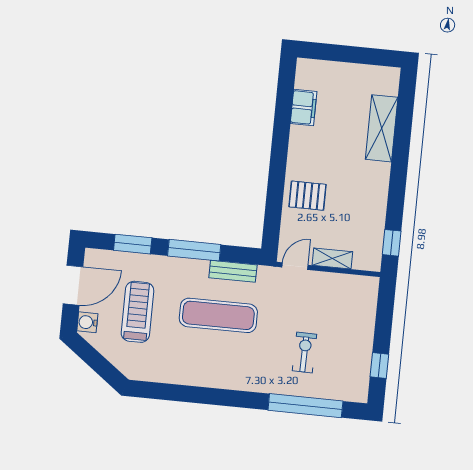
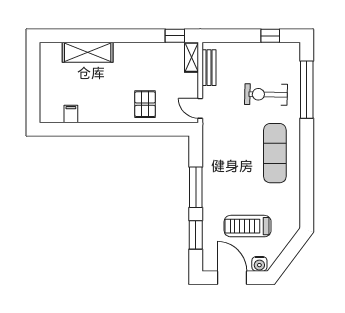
filing cabinet: (304, 108) -> (71, 114), width x0.50
shelving: (332, 258) -> (192, 57), moved
bench: (233, 271) -> (209, 68), moved
exercise mat: (218, 315) -> (275, 153), moved
exercise bike: (304, 352) -> (266, 94), width x1.38, depth x1.39

